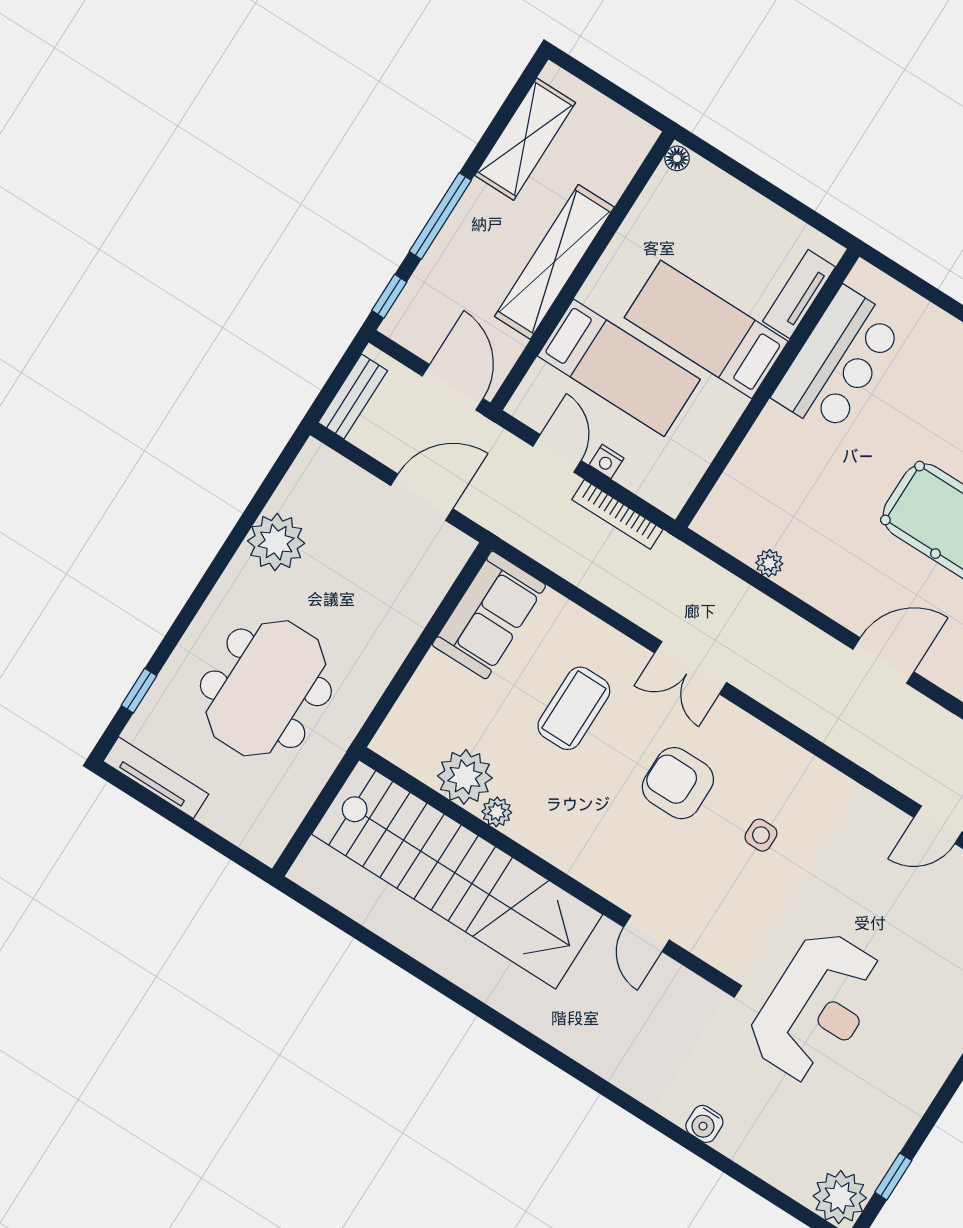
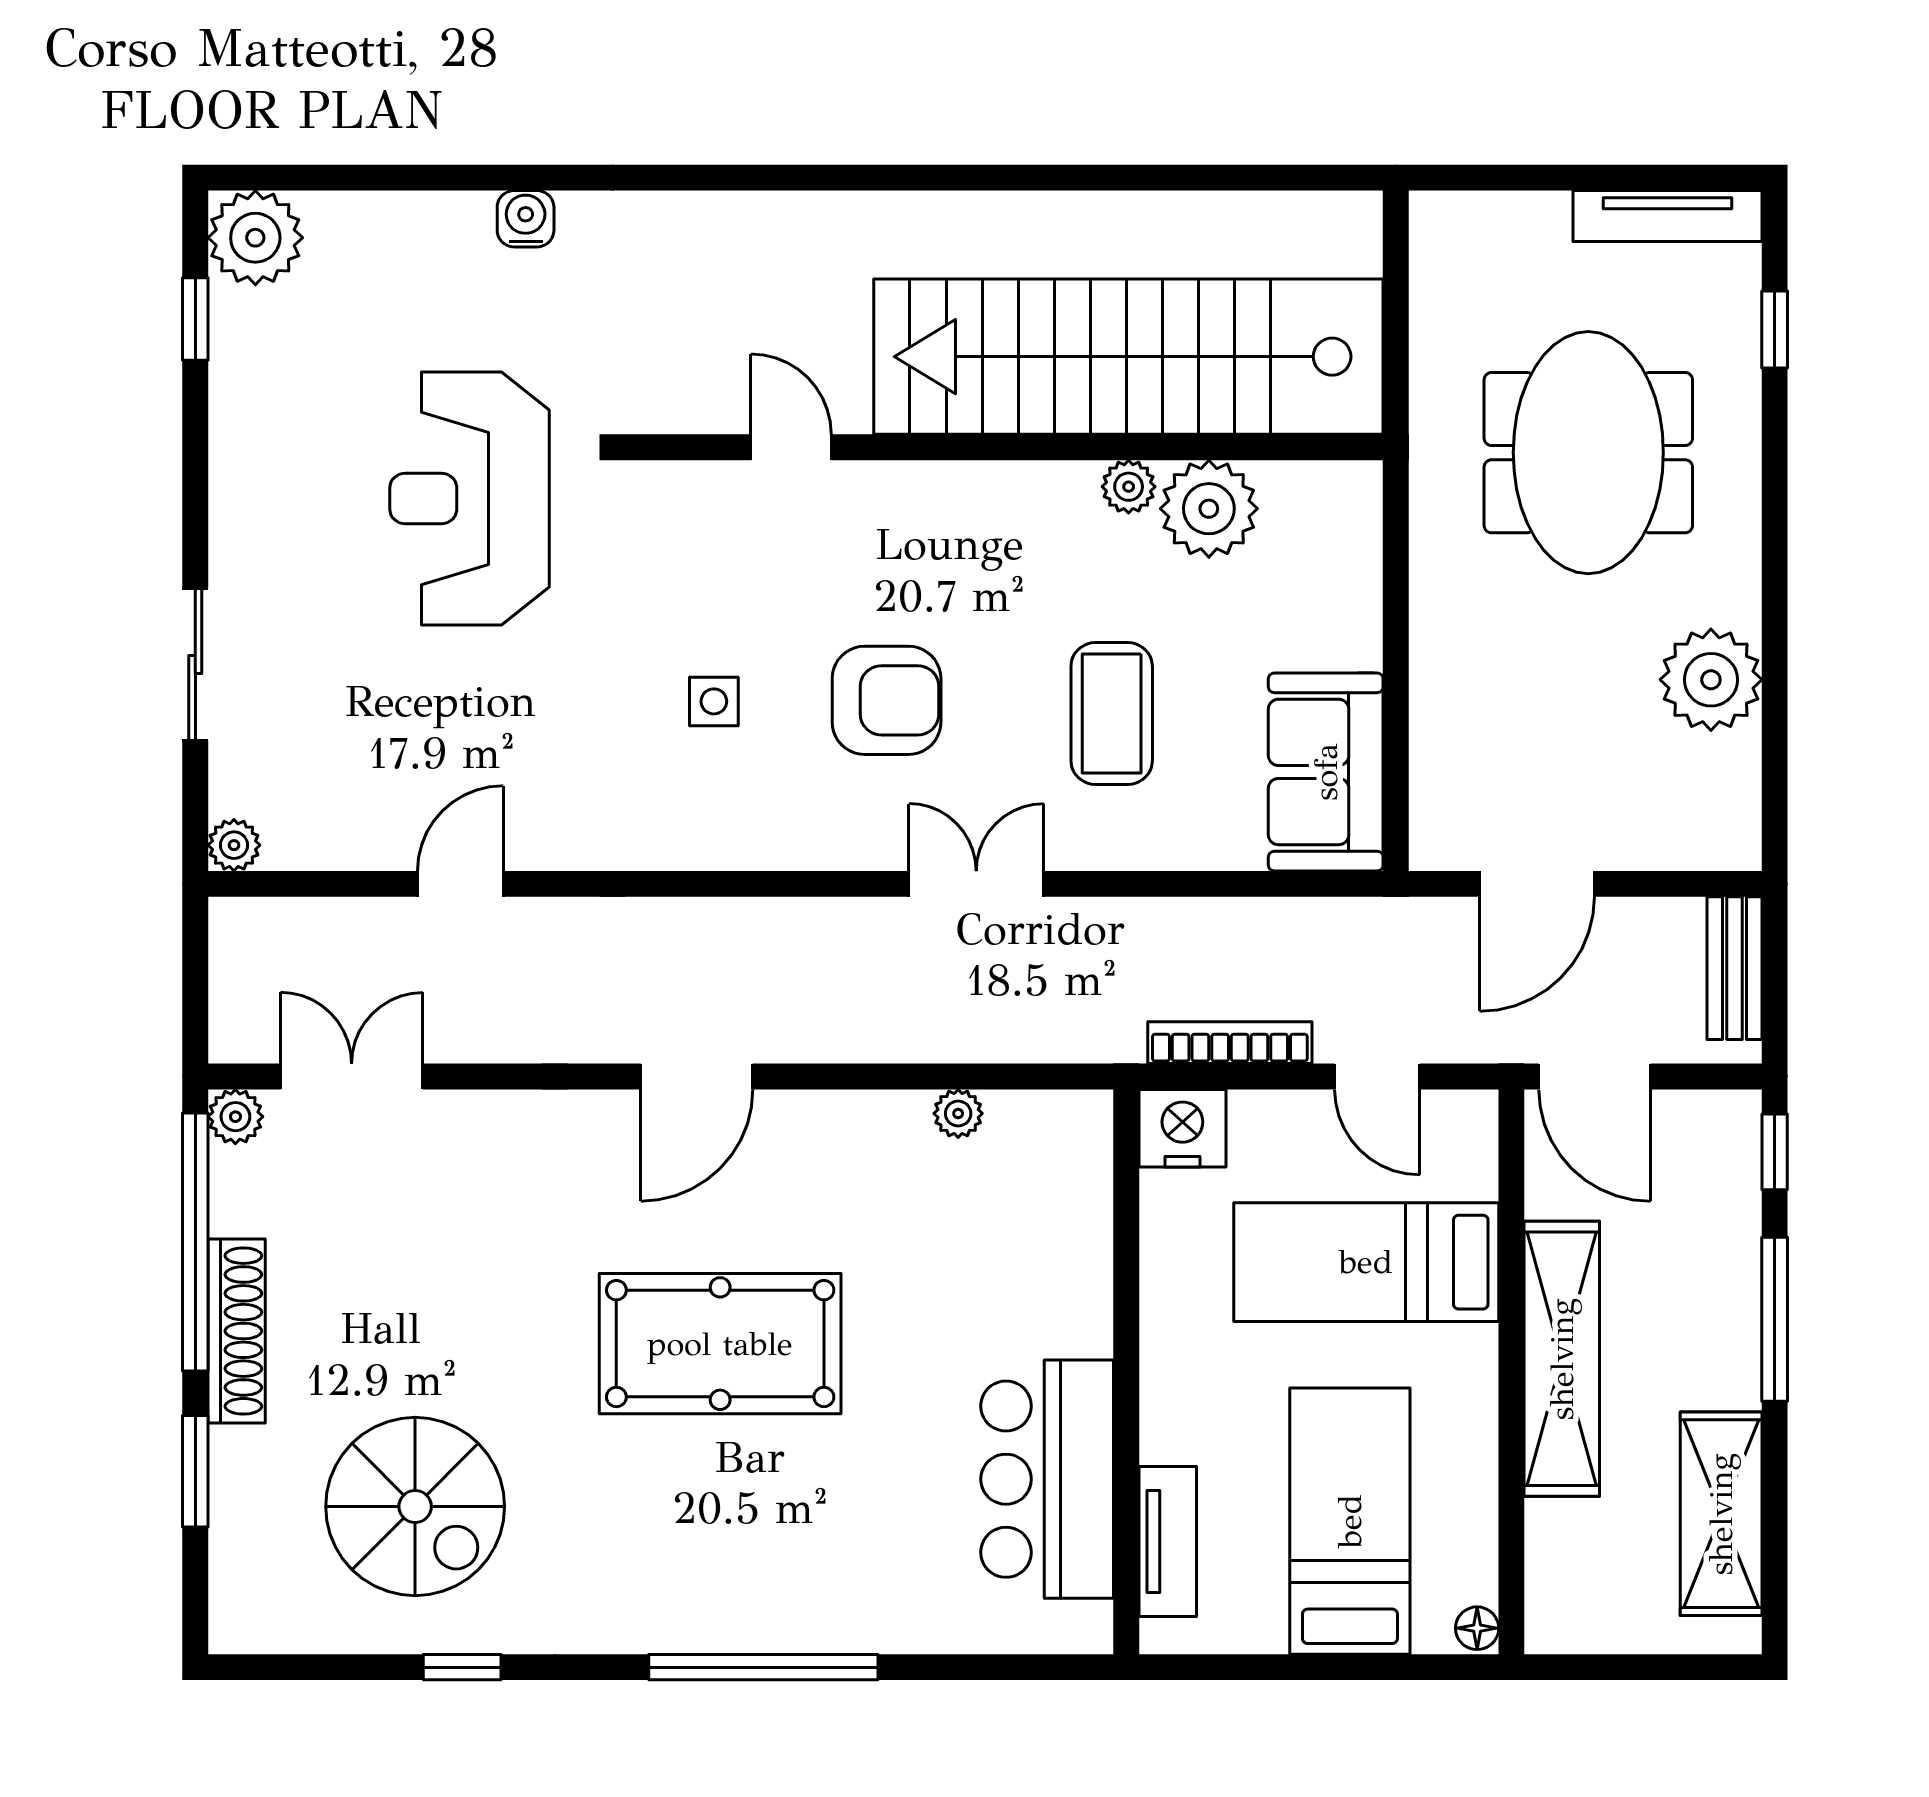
bed: (706, 329) -> (1350, 1521), moved, turned -90
nightstand: (607, 462) -> (1182, 1128), moved, width x1.89, depth x1.79

